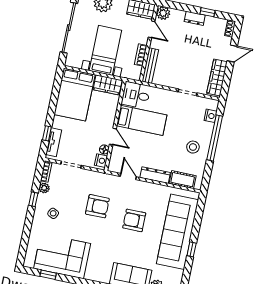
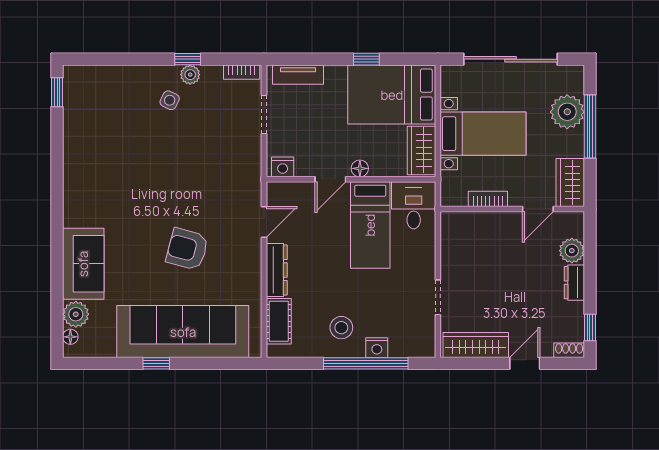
window: (208, 12) -> (590, 327), moved
plant: (163, 13) -> (572, 251), moved
door: (232, 54) -> (525, 363), swing flipped
bench: (150, 66) -> (472, 220), removed
nightstand: (211, 116) -> (377, 348), moved
window: (47, 133) -> (366, 59), moved
floor lamp: (104, 149) -> (360, 168), moved
plant: (44, 188) -> (190, 75), moved
armchair: (97, 206) -> (199, 177), removed
armchair: (134, 220) -> (187, 249), turned -75
corner sofa: (62, 256) -> (96, 132), removed
window: (48, 275) -> (57, 92), moved

